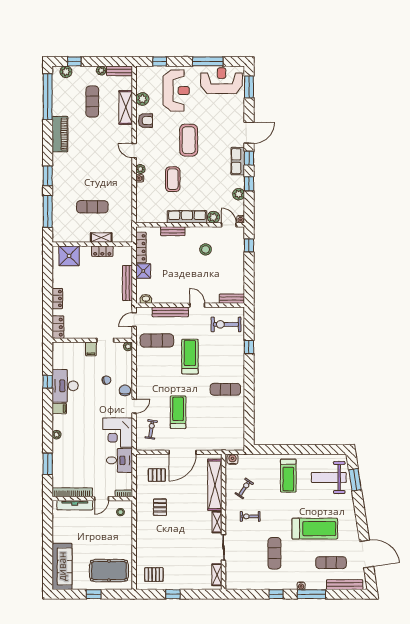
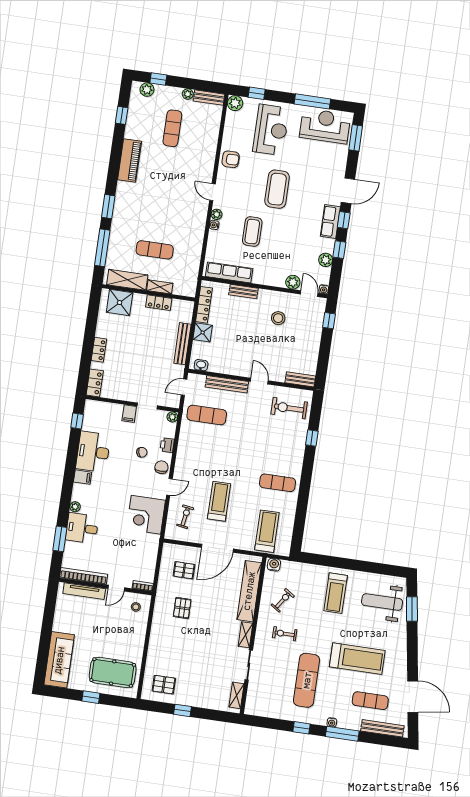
window: (48, 97) -> (122, 115), width x0.32
plant: (142, 99) -> (235, 103), moved
shelving: (126, 107) -> (127, 280), moved, turned 90
row of seats: (187, 217) -> (229, 272), moved
treadmill: (190, 357) -> (267, 531), moved
printer: (127, 371) -> (167, 445), added
window: (48, 382) -> (77, 421), moved
desk: (120, 460) -> (82, 528), moved, turned 180
exercise mat: (274, 553) -> (307, 680), width x1.36, depth x1.45

